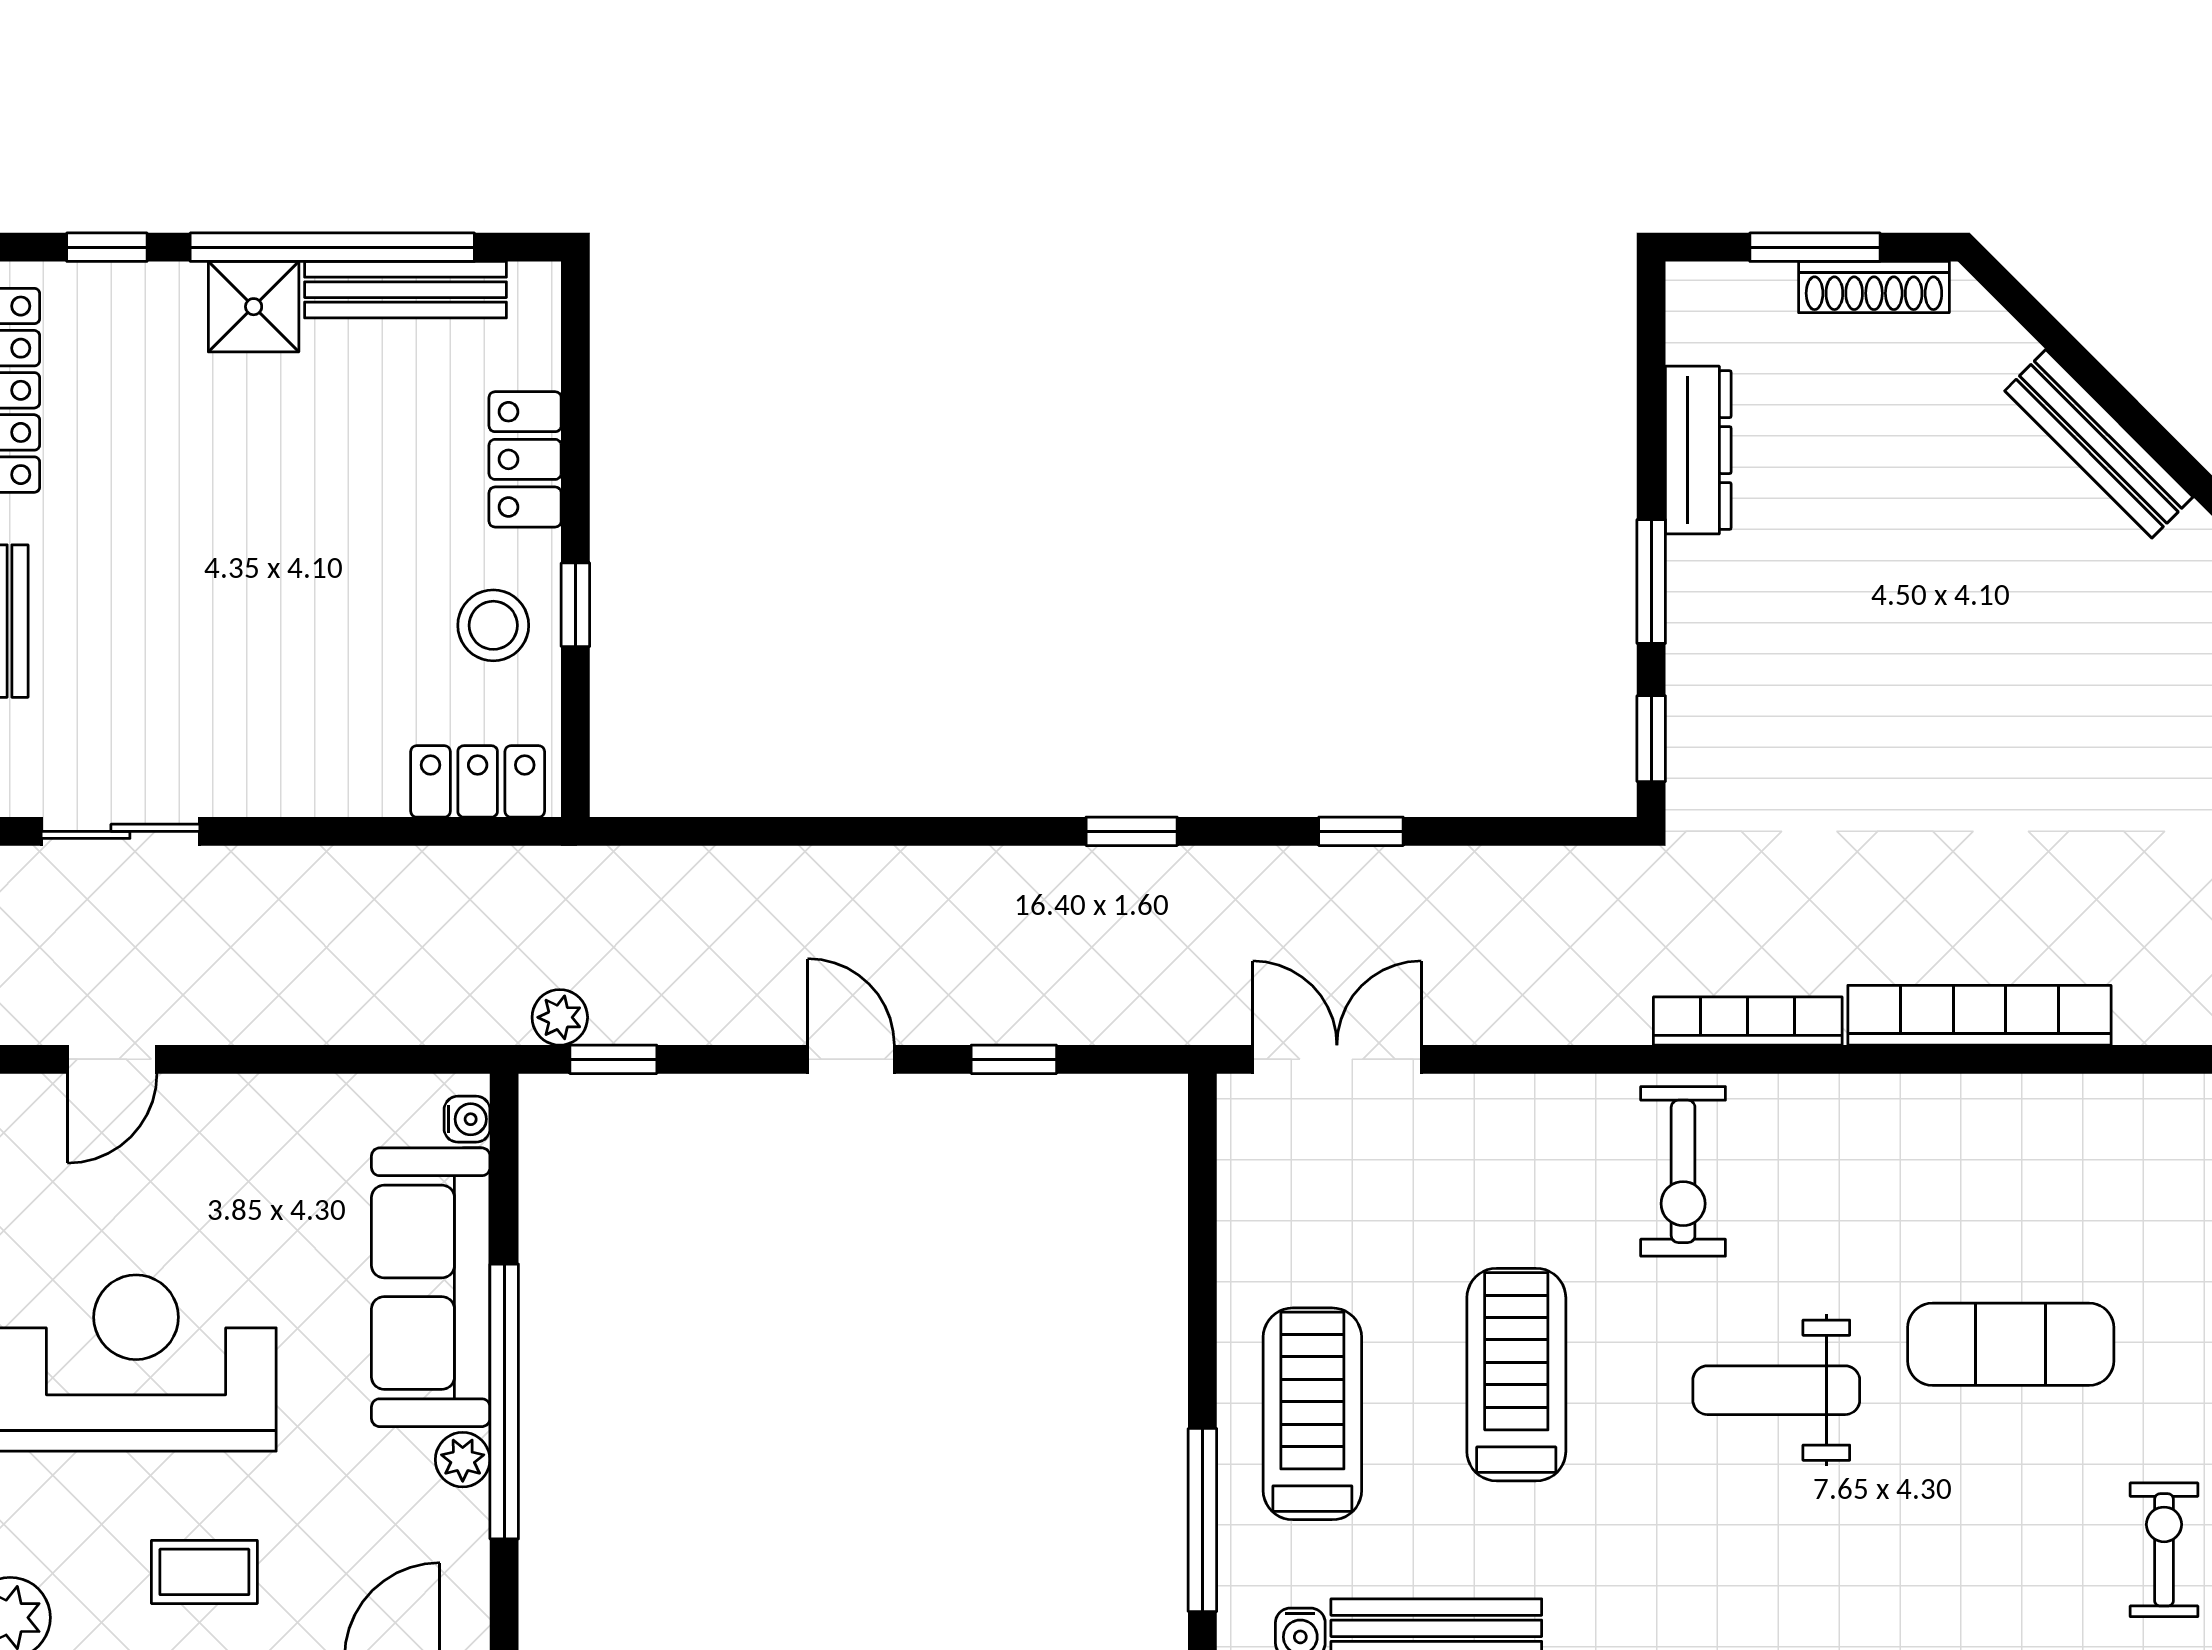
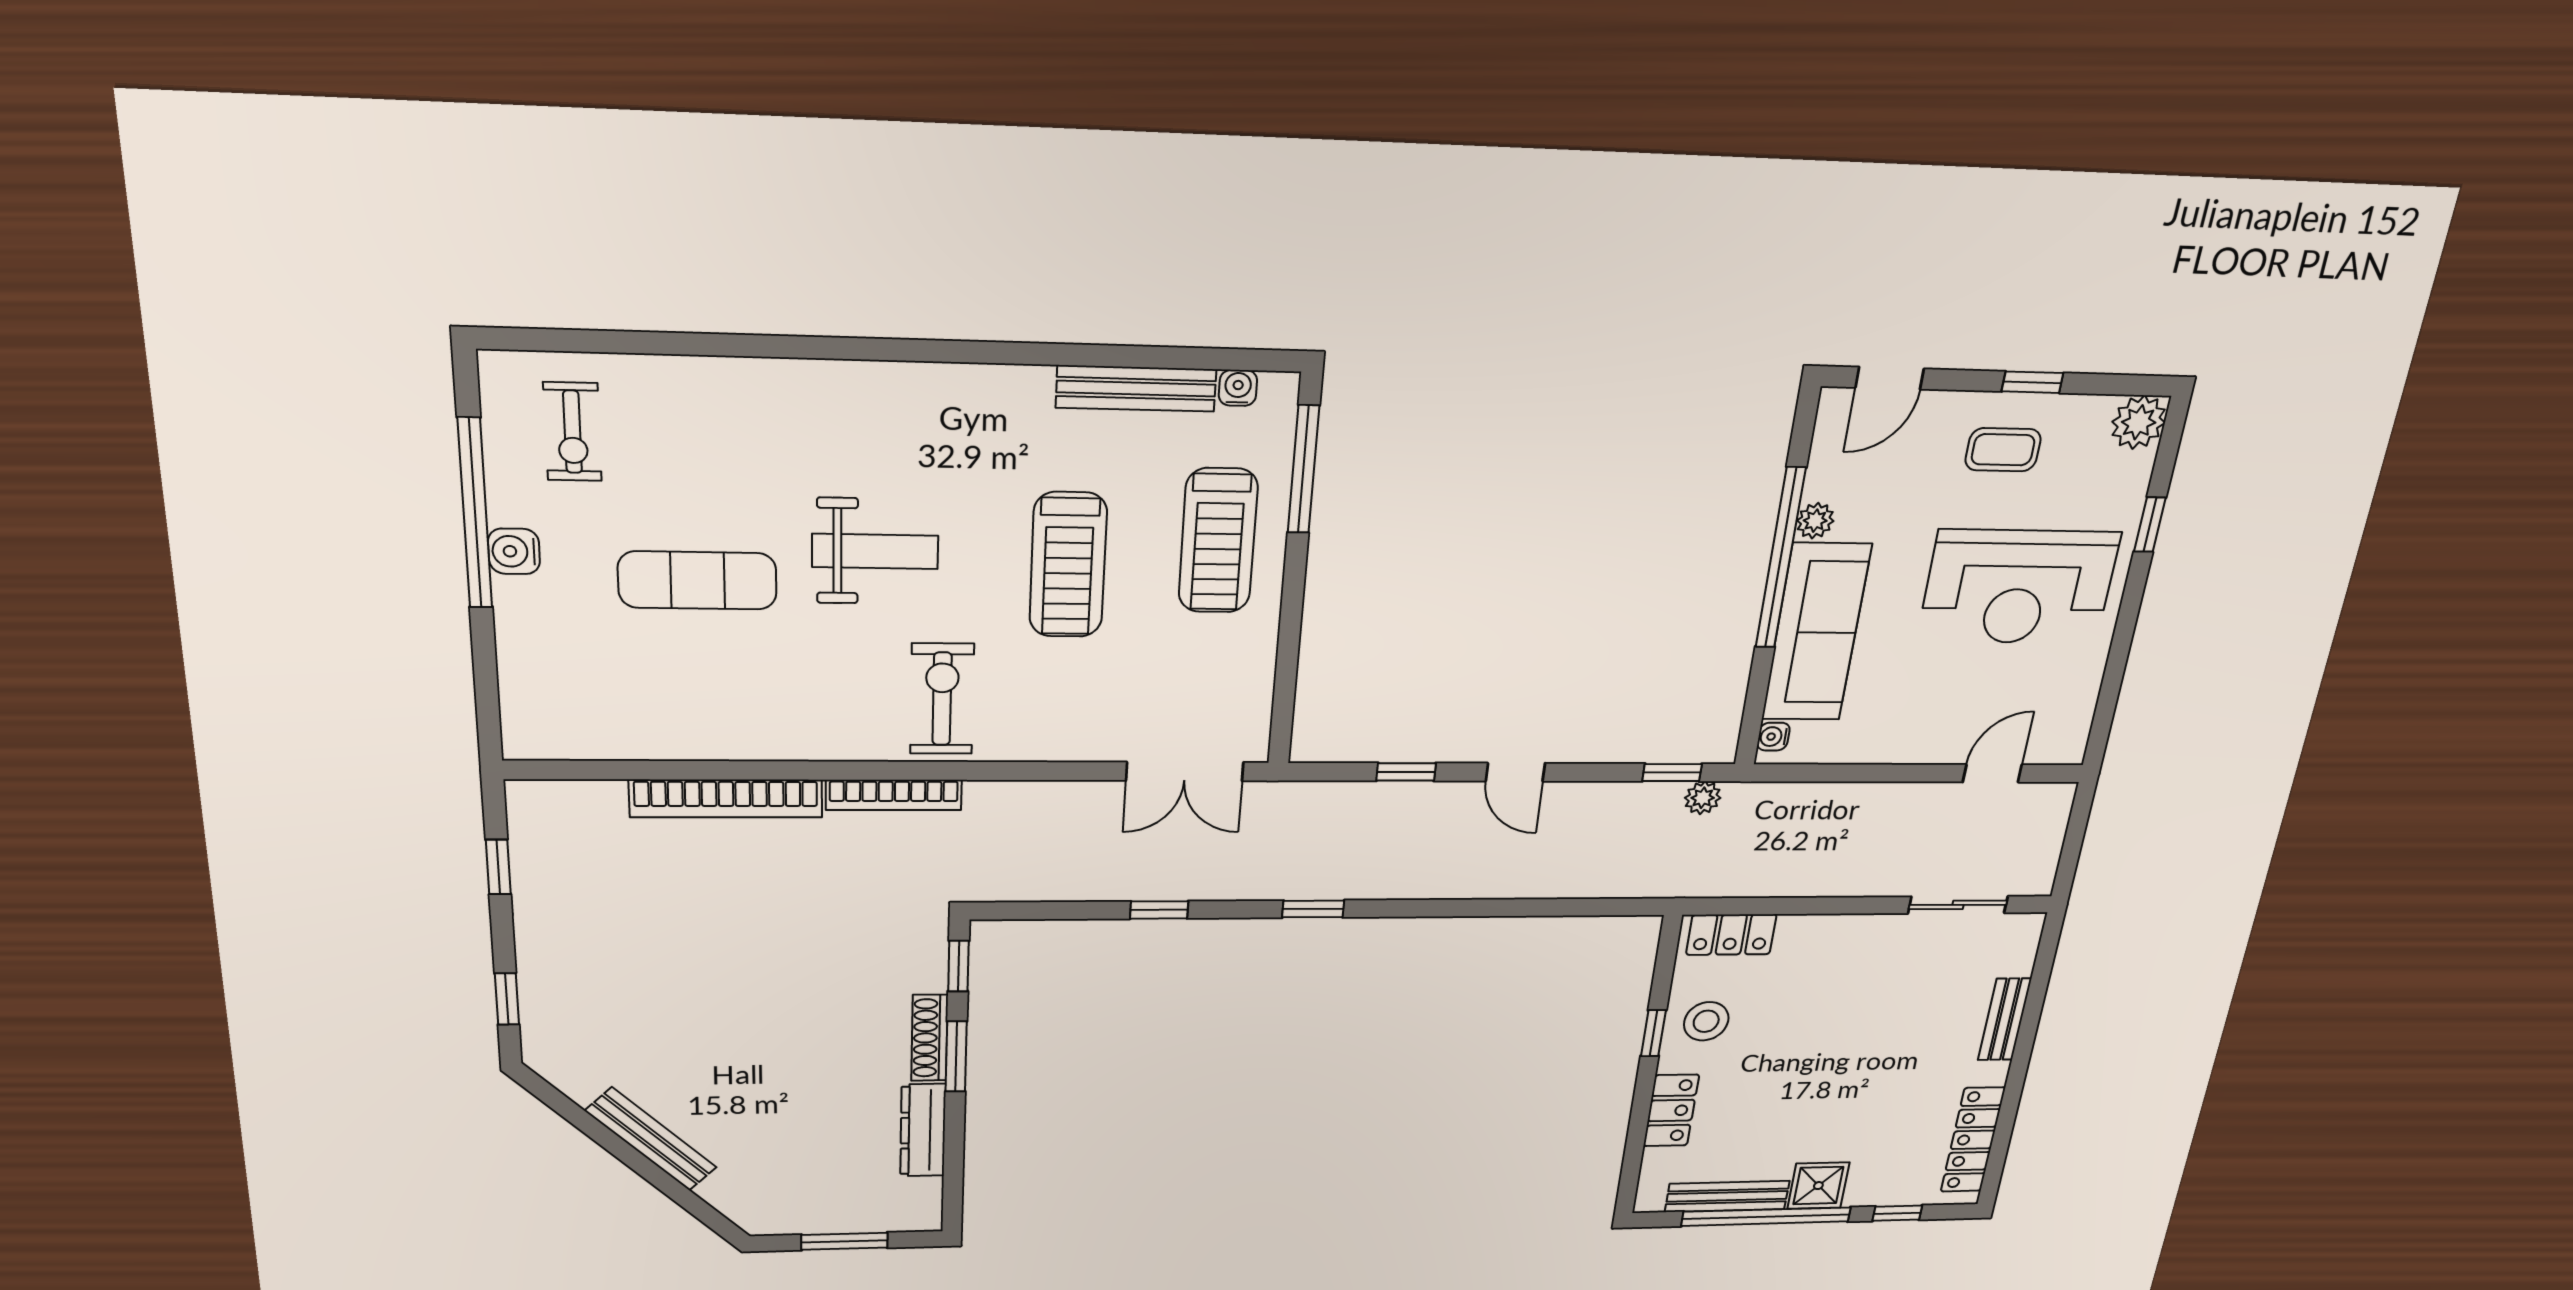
shoe rack: (1874, 287) -> (930, 1038), moved, turned -90

